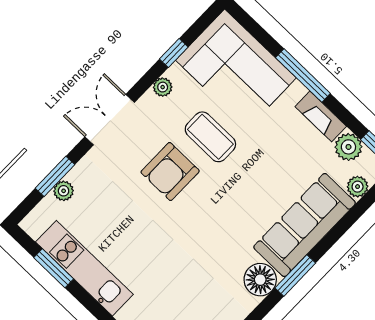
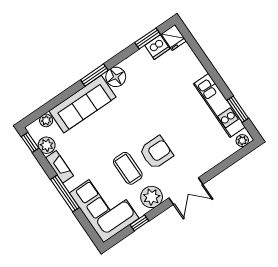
plant: (163, 87) -> (152, 197), width x1.87, depth x1.87
window: (55, 176) -> (226, 164), removed
plant: (64, 191) -> (242, 141), moved

